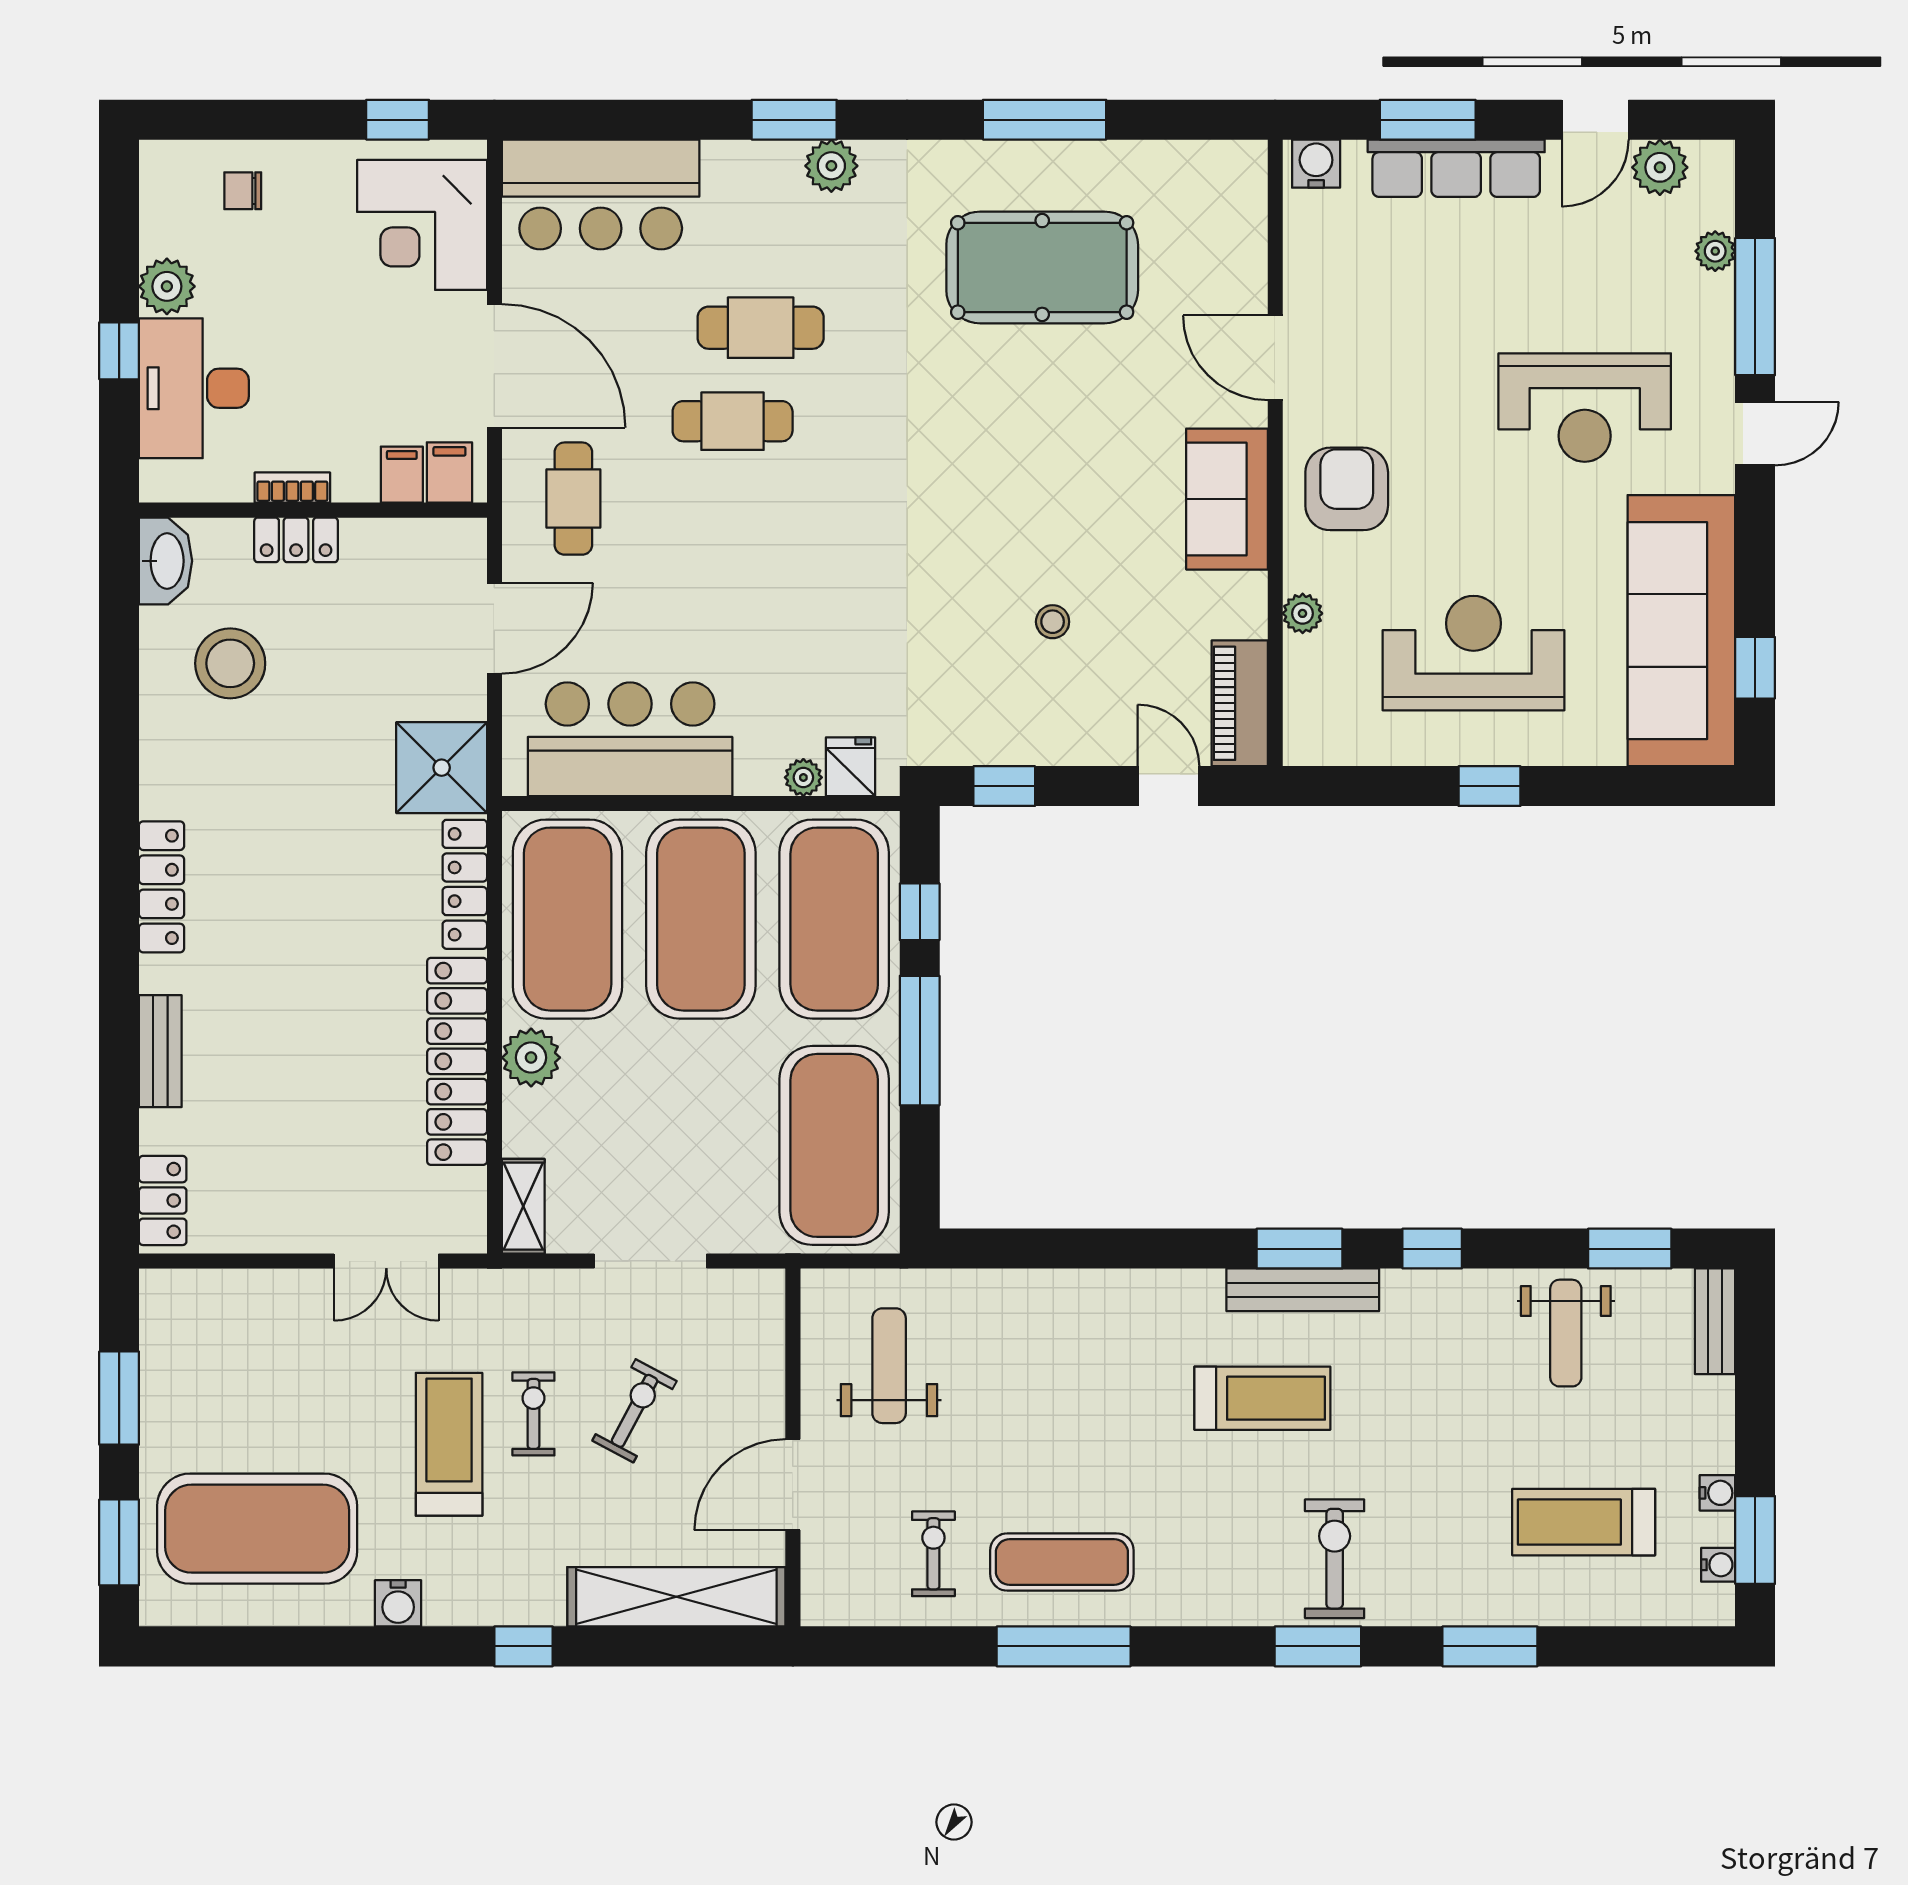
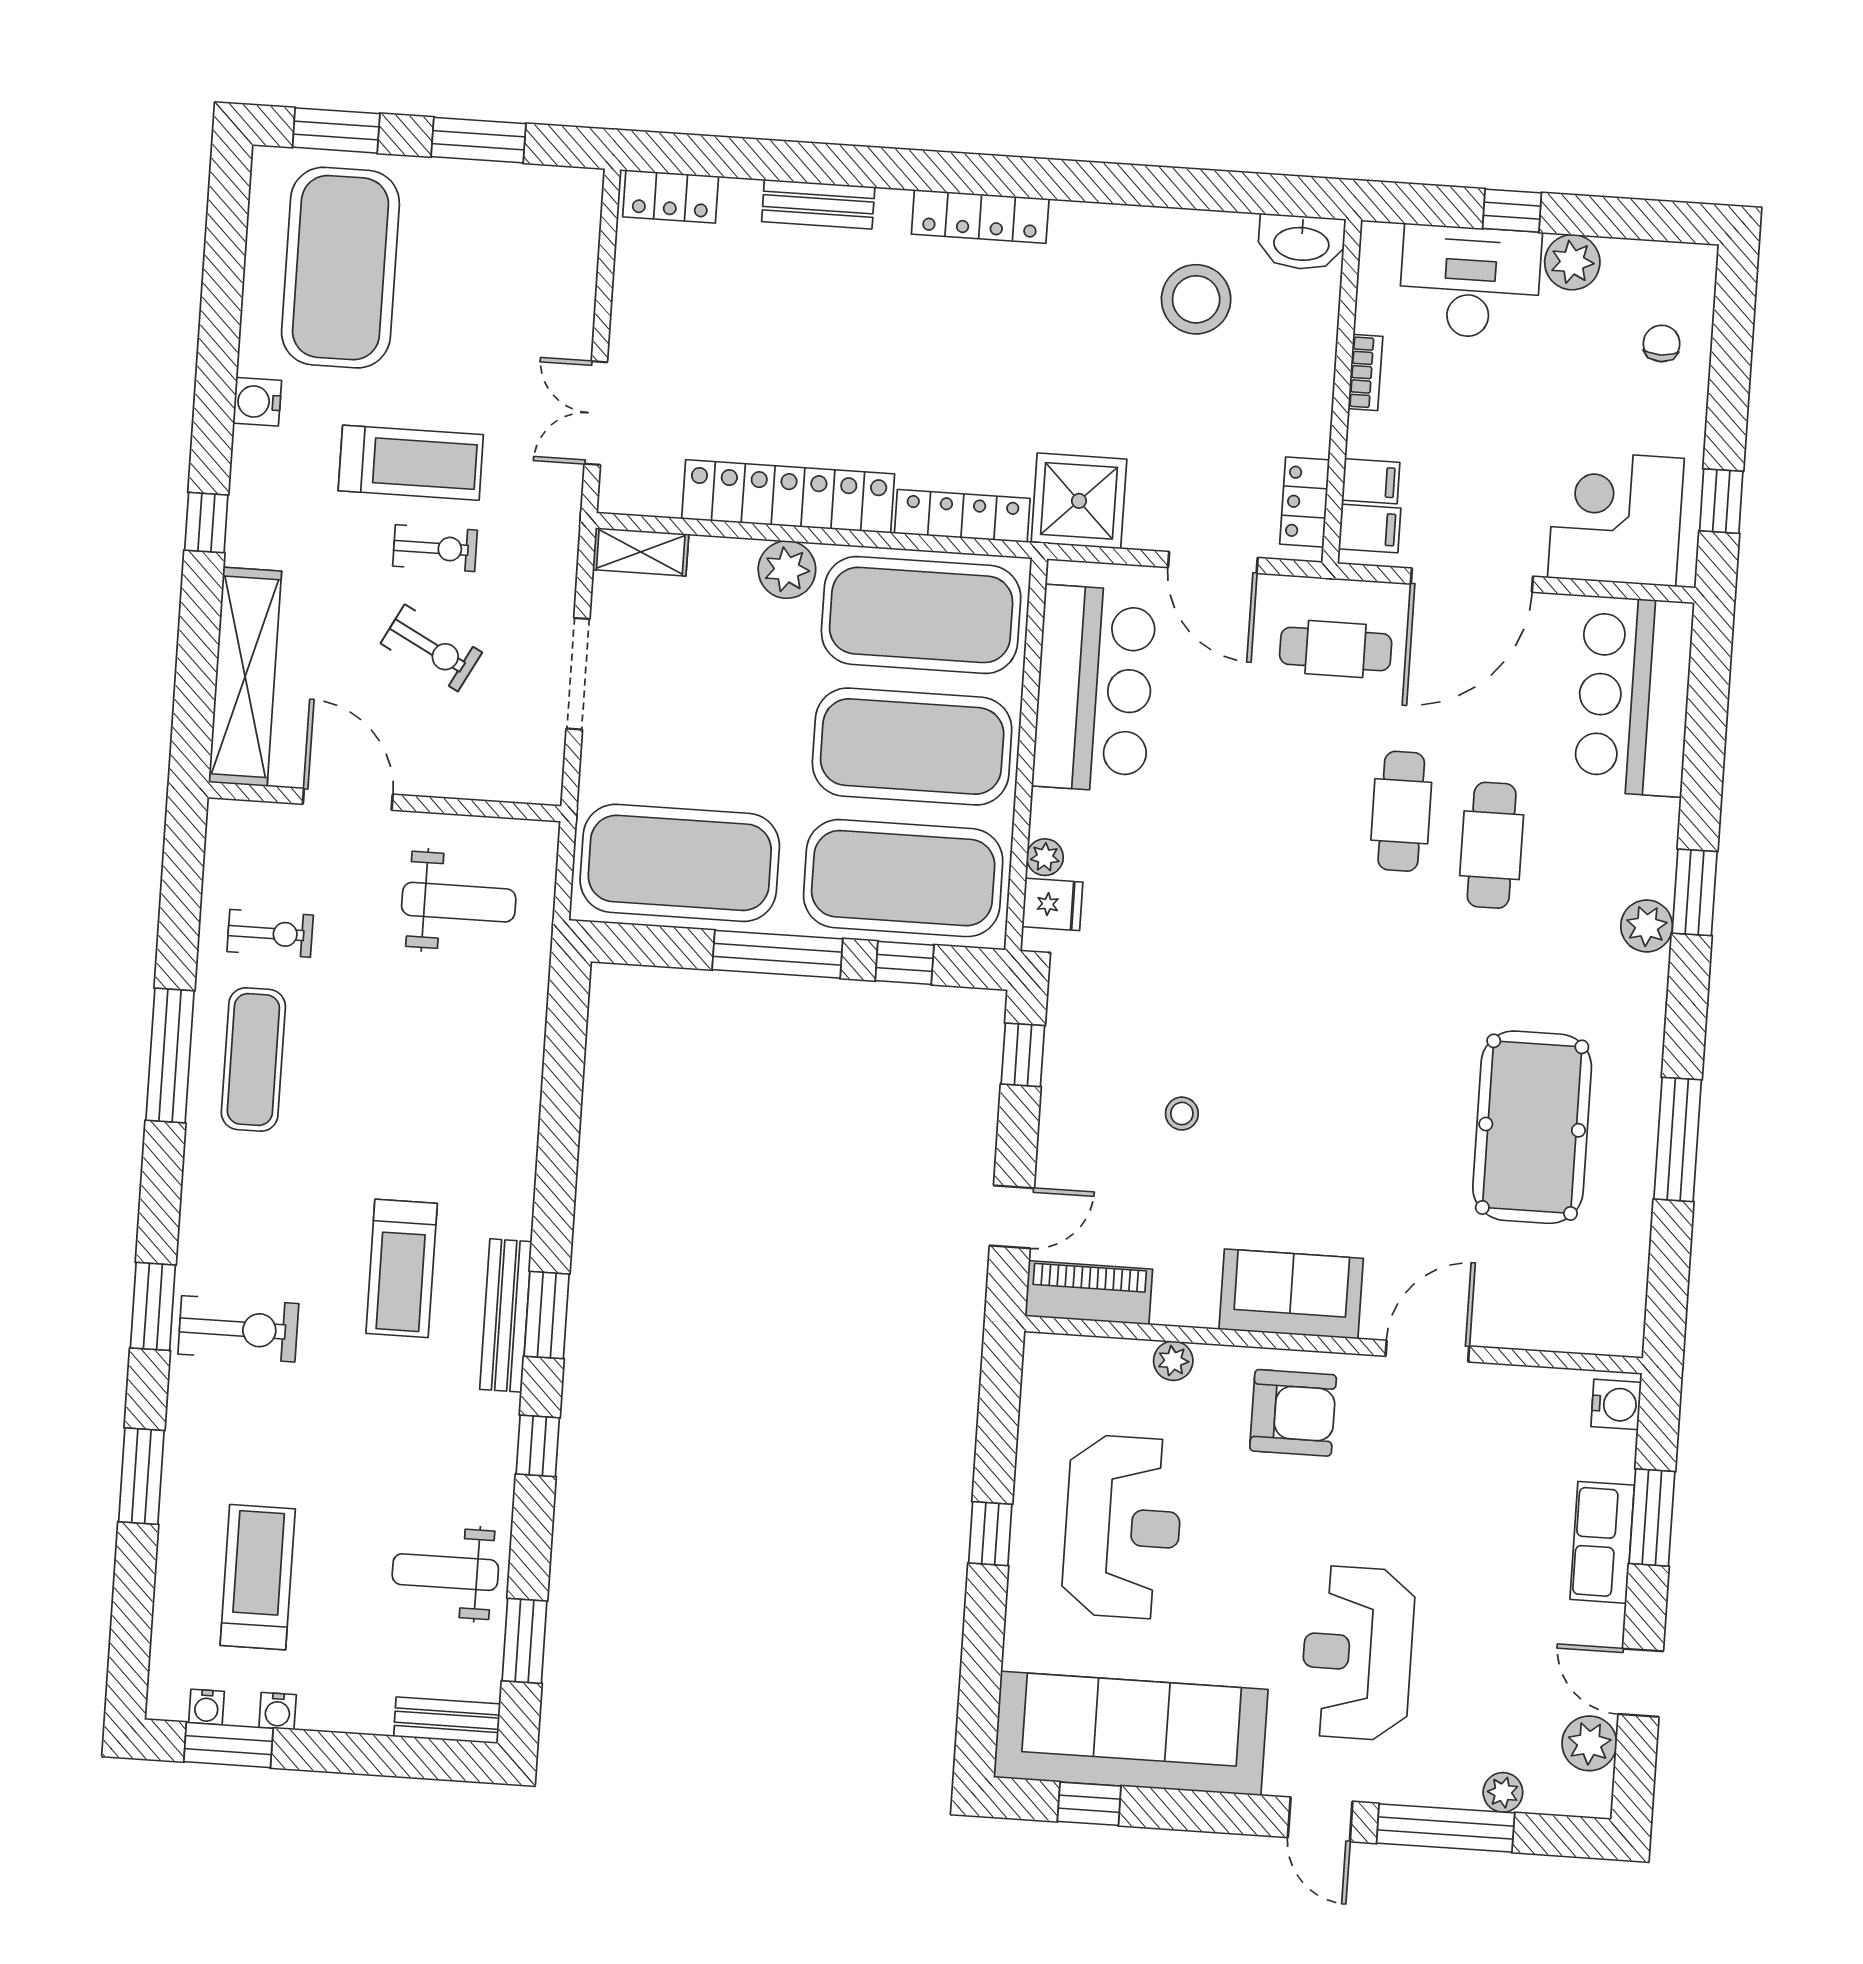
row of seats: (1456, 168) -> (1602, 1542), width x0.68
locker: (296, 540) -> (1305, 502), moved

